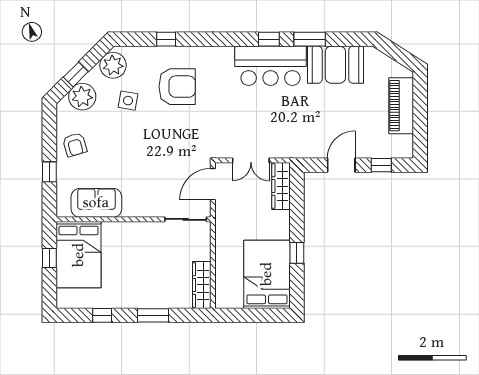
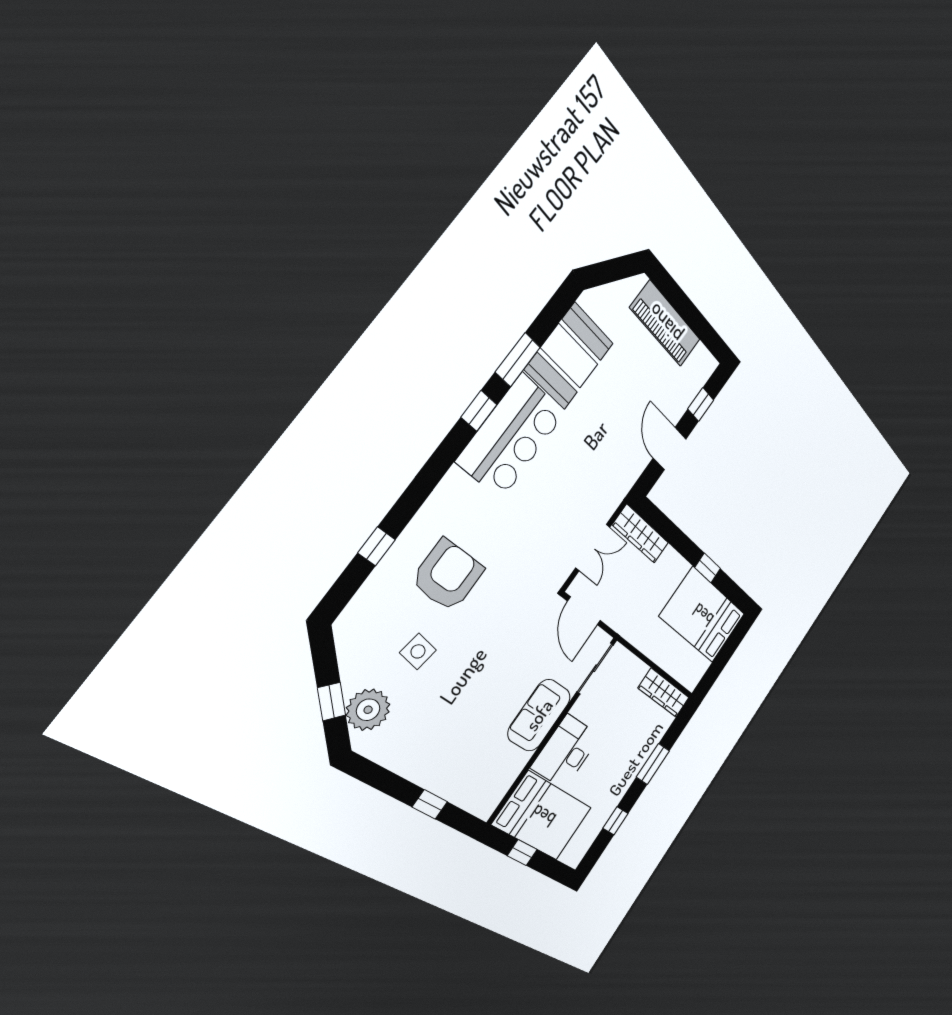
plant: (113, 65) -> (357, 643), removed
armchair: (75, 145) -> (421, 754), removed
sofa: (96, 203) -> (539, 715), moved
desk: (125, 240) -> (566, 752), added

